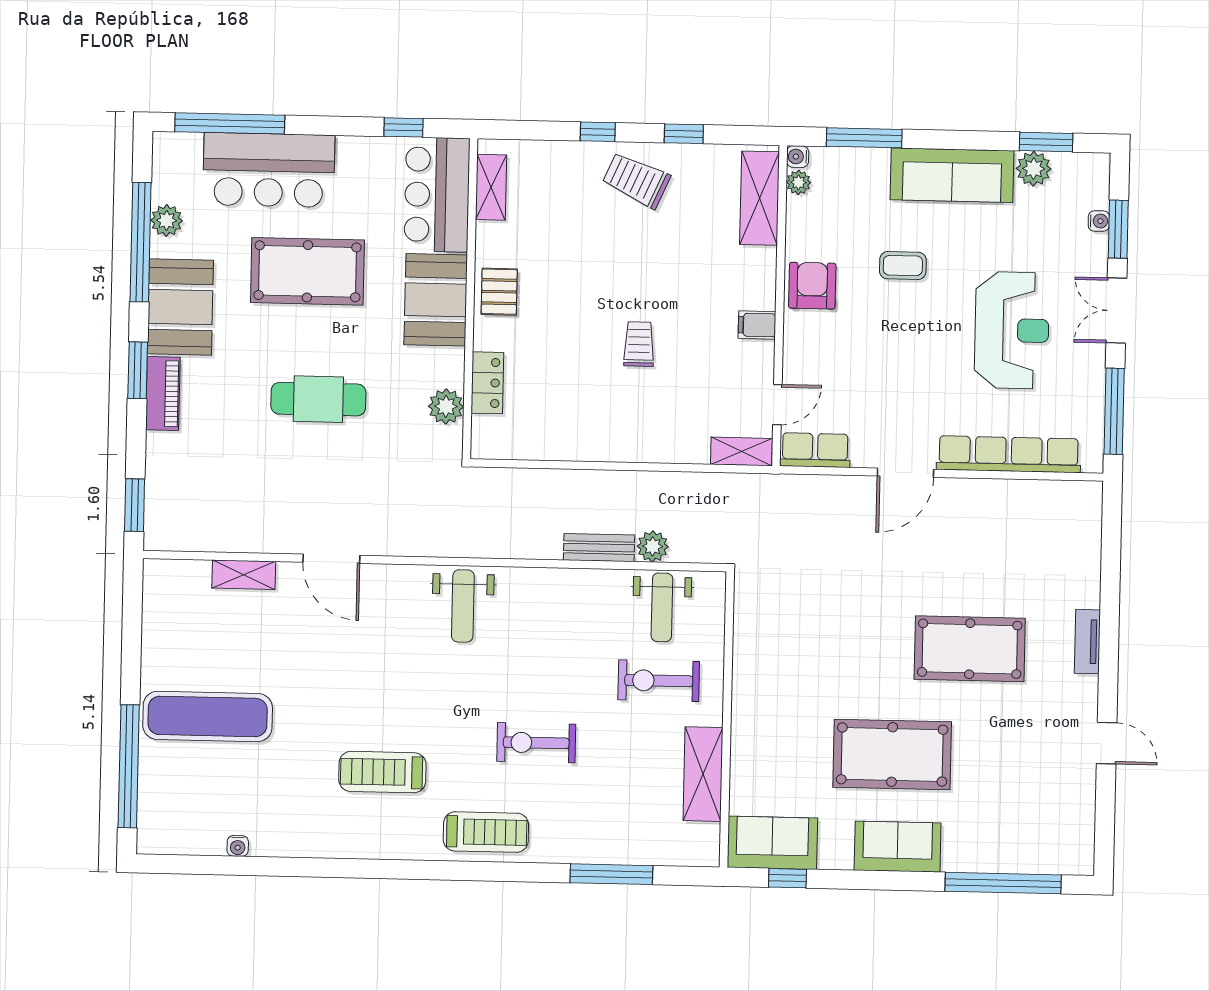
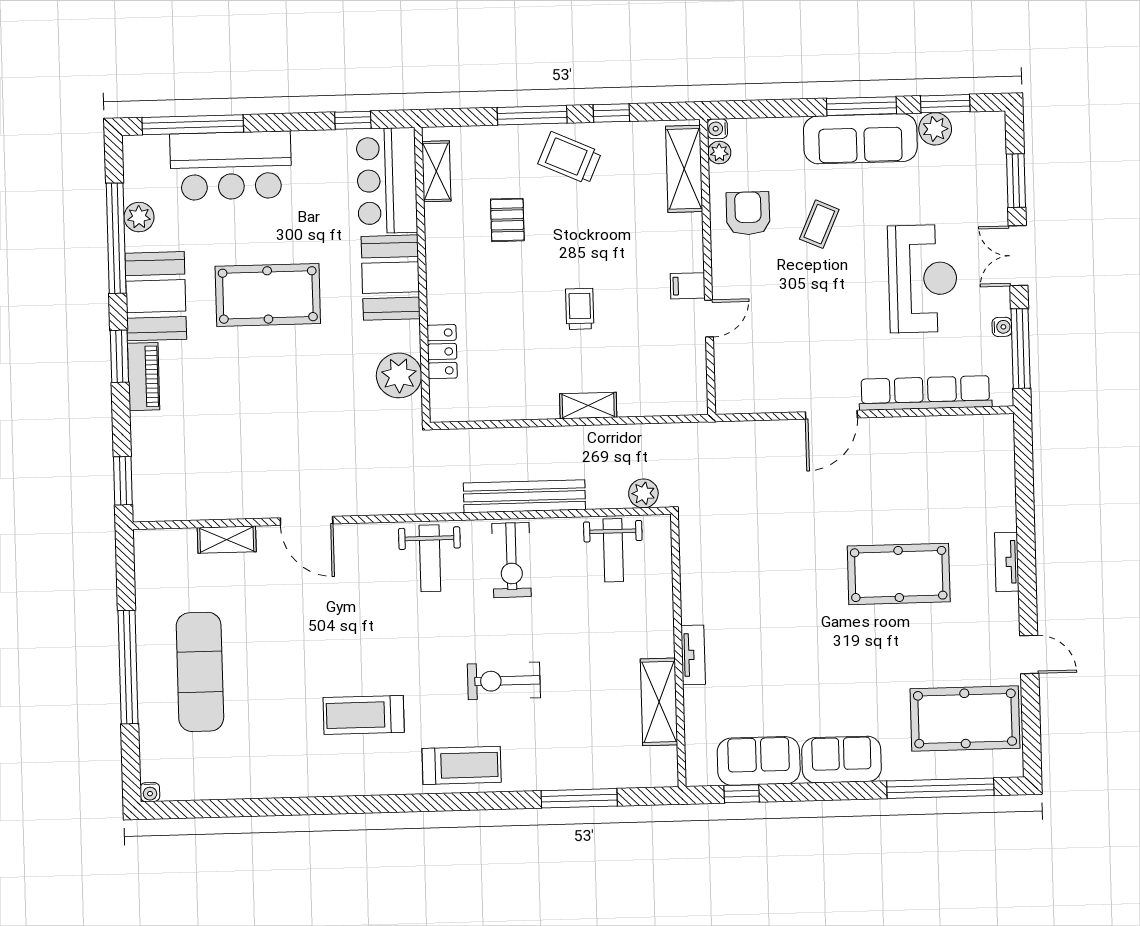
window: (598, 132) -> (532, 115), width x2.17
window: (864, 138) -> (861, 106), moved
water cooler: (1099, 221) -> (1002, 327), moved
coffee table: (903, 266) -> (819, 224), turned -66
pool table: (307, 271) -> (268, 295), moved
armchair: (812, 286) -> (748, 213), moved
pallet: (499, 292) -> (507, 220), moved
cafe table: (318, 399) -> (287, 374), removed
door: (777, 405) -> (709, 319), moved
plant: (446, 406) -> (399, 375), width x1.36, depth x1.36
row of seats: (815, 450) -> (747, 398), removed
shelving: (741, 451) -> (588, 405), moved
plant: (653, 546) -> (643, 493), moved
bench: (599, 548) -> (524, 496), width x1.86, depth x1.21
exercise bike: (659, 681) -> (511, 560), moved, turned -90
exercise mat: (208, 716) -> (200, 672), turned 90
tv unit: (743, 725) -> (693, 655), added
pool table: (892, 754) -> (965, 718), moved
window: (129, 766) -> (128, 667), moved
sofa: (772, 843) -> (759, 761), moved
water cooler: (238, 846) -> (150, 792), moved

